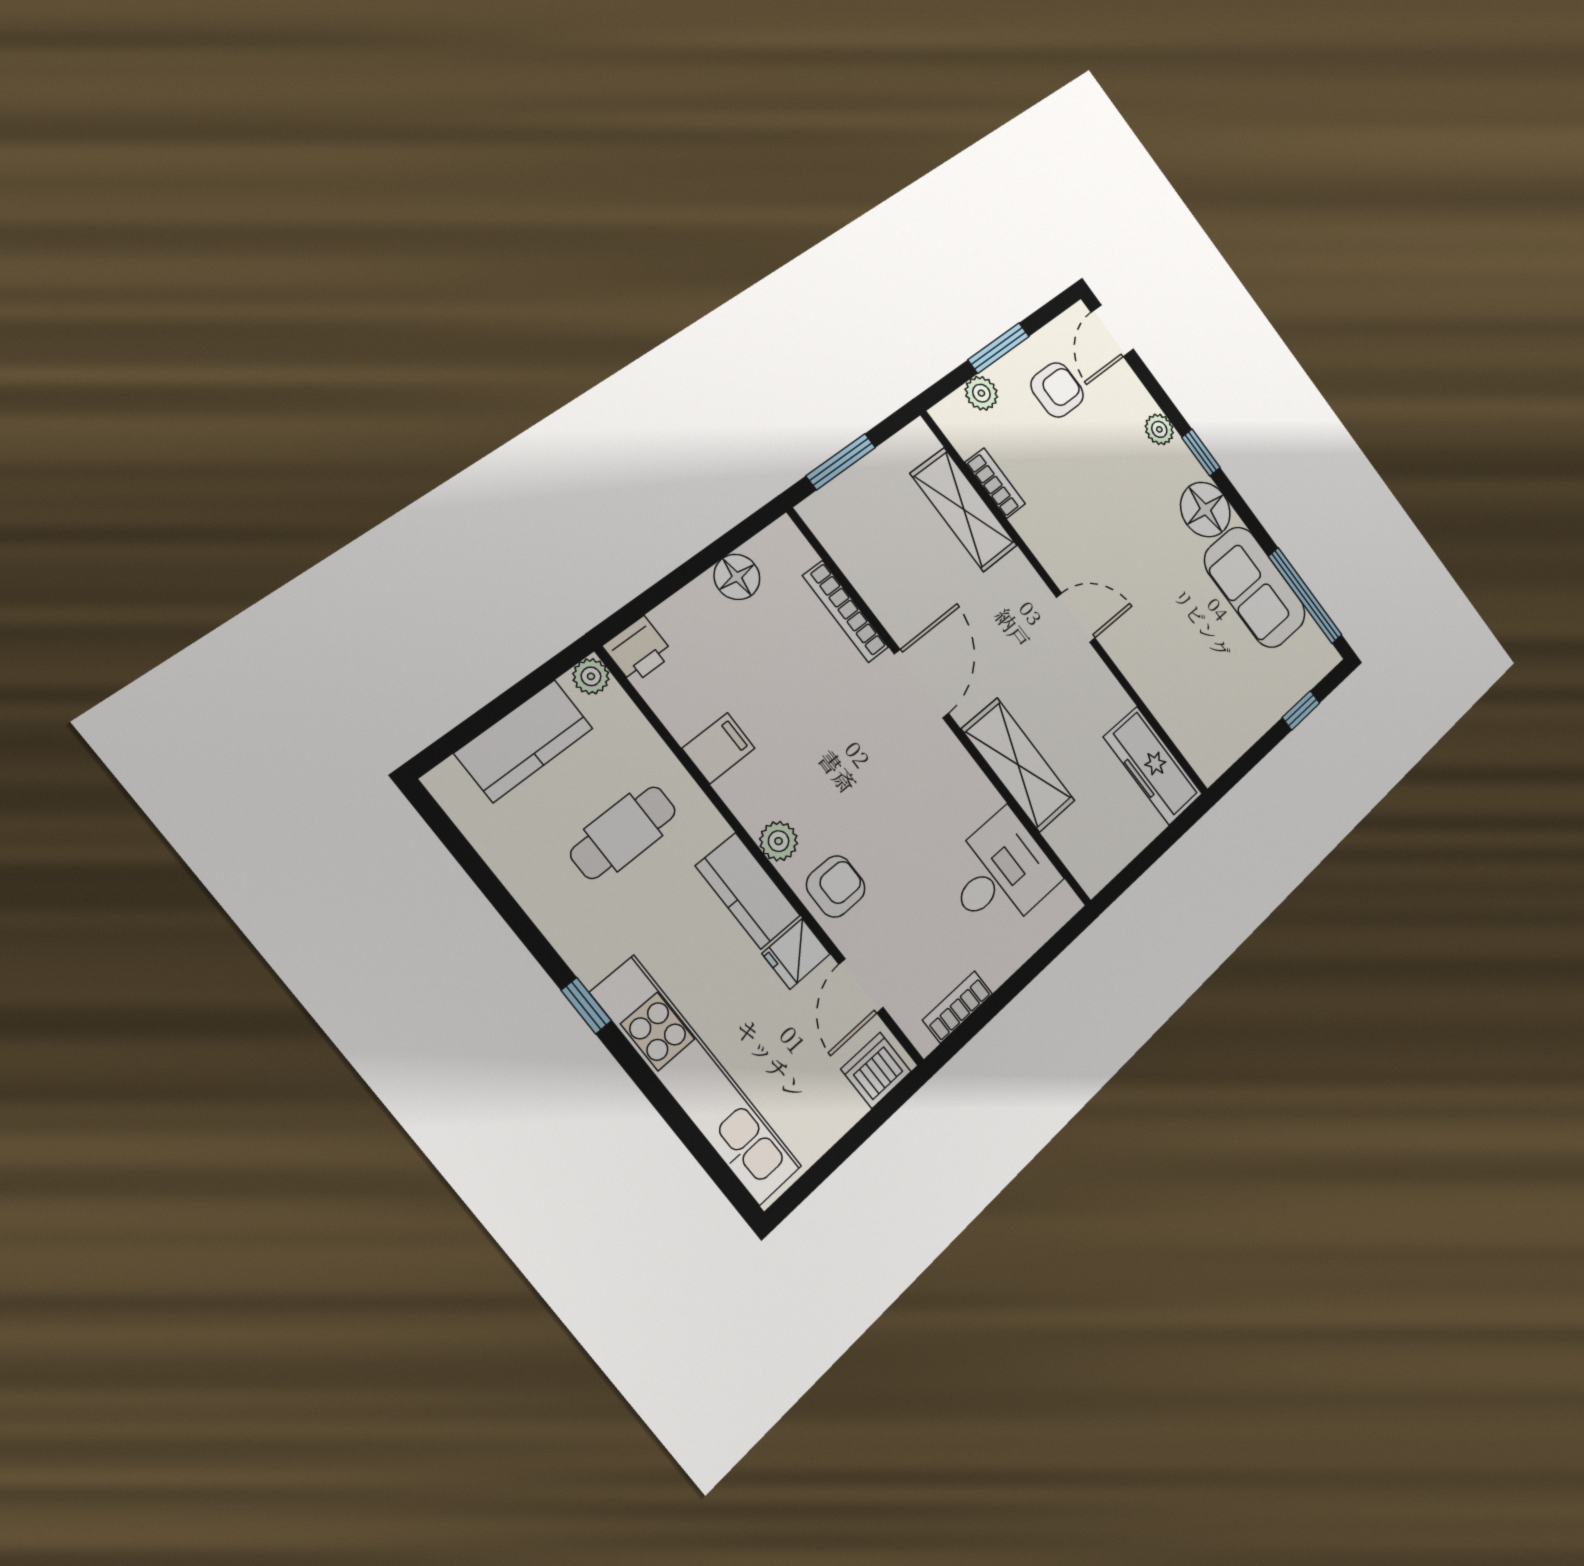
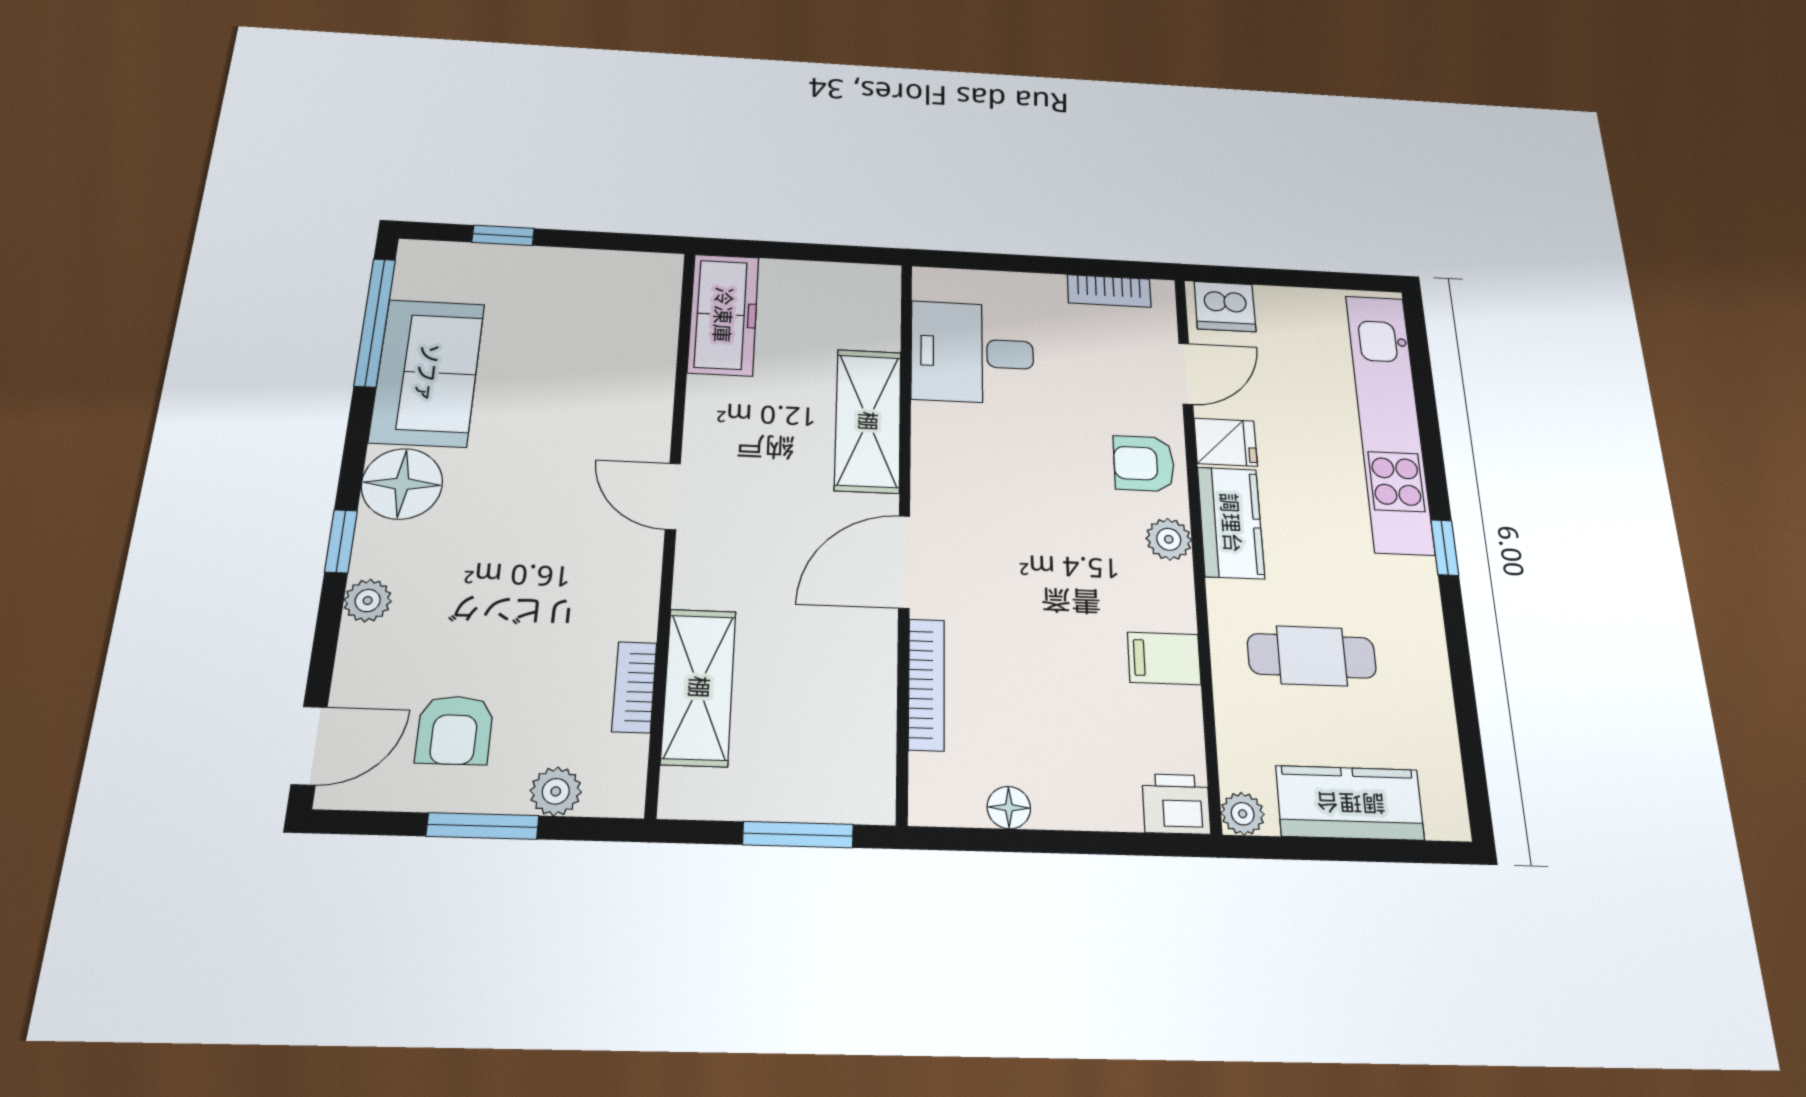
armchair: (1057, 390) -> (455, 730), turned -90
floor lamp: (737, 577) -> (1009, 808), width x0.73, depth x0.73

